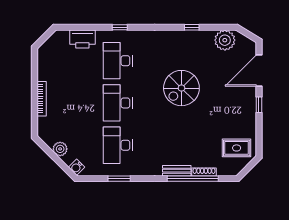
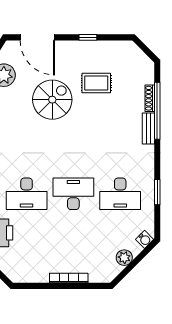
spiral stairs: (181, 88) -> (52, 100), moved, turned -90
desk: (118, 103) -> (73, 194), turned 180
window: (259, 105) -> (88, 37), moved
rug: (237, 148) -> (96, 83), moved, turned 90

